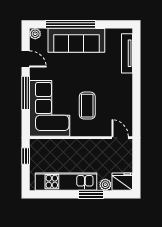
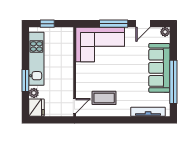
window: (70, 24) -> (173, 82), moved
coffee table: (87, 106) -> (104, 98), moved
window: (26, 156) -> (47, 24), moved

